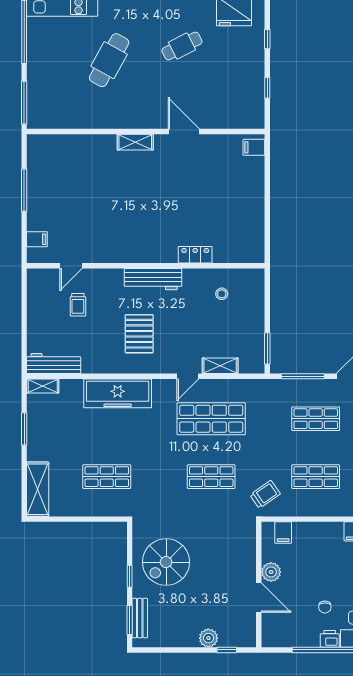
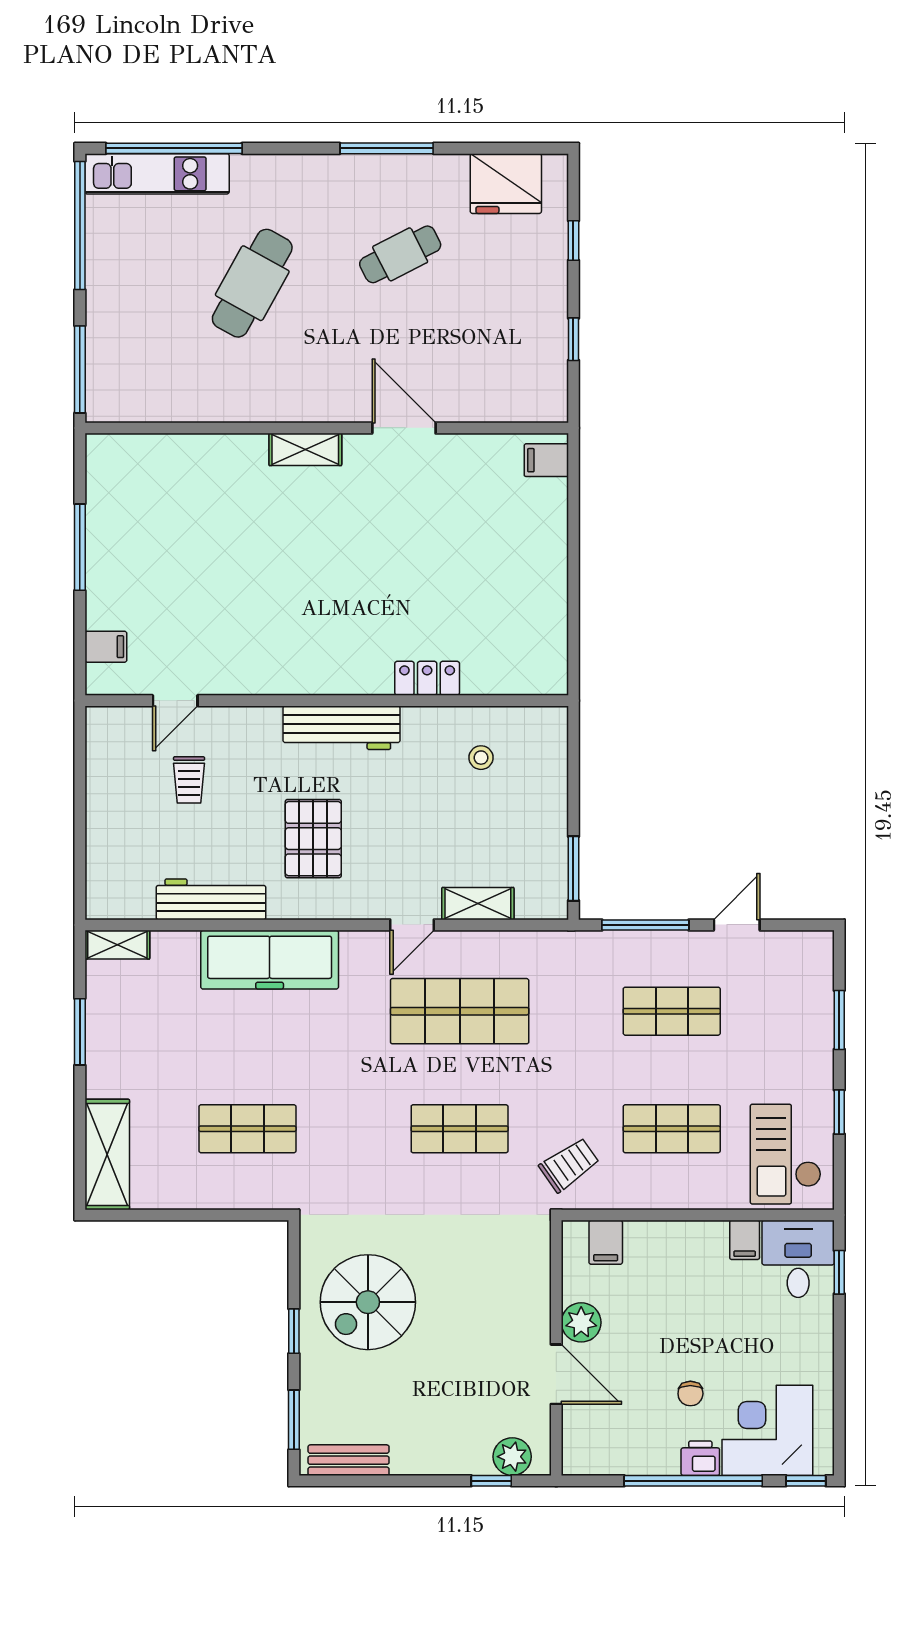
workbench: (54, 364) -> (211, 899), moved
bench: (140, 618) -> (349, 1460), moved, turned 90
plant: (208, 638) -> (512, 1457), moved

